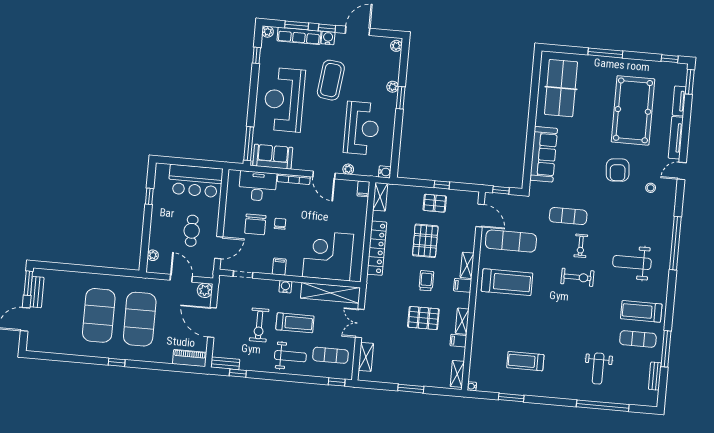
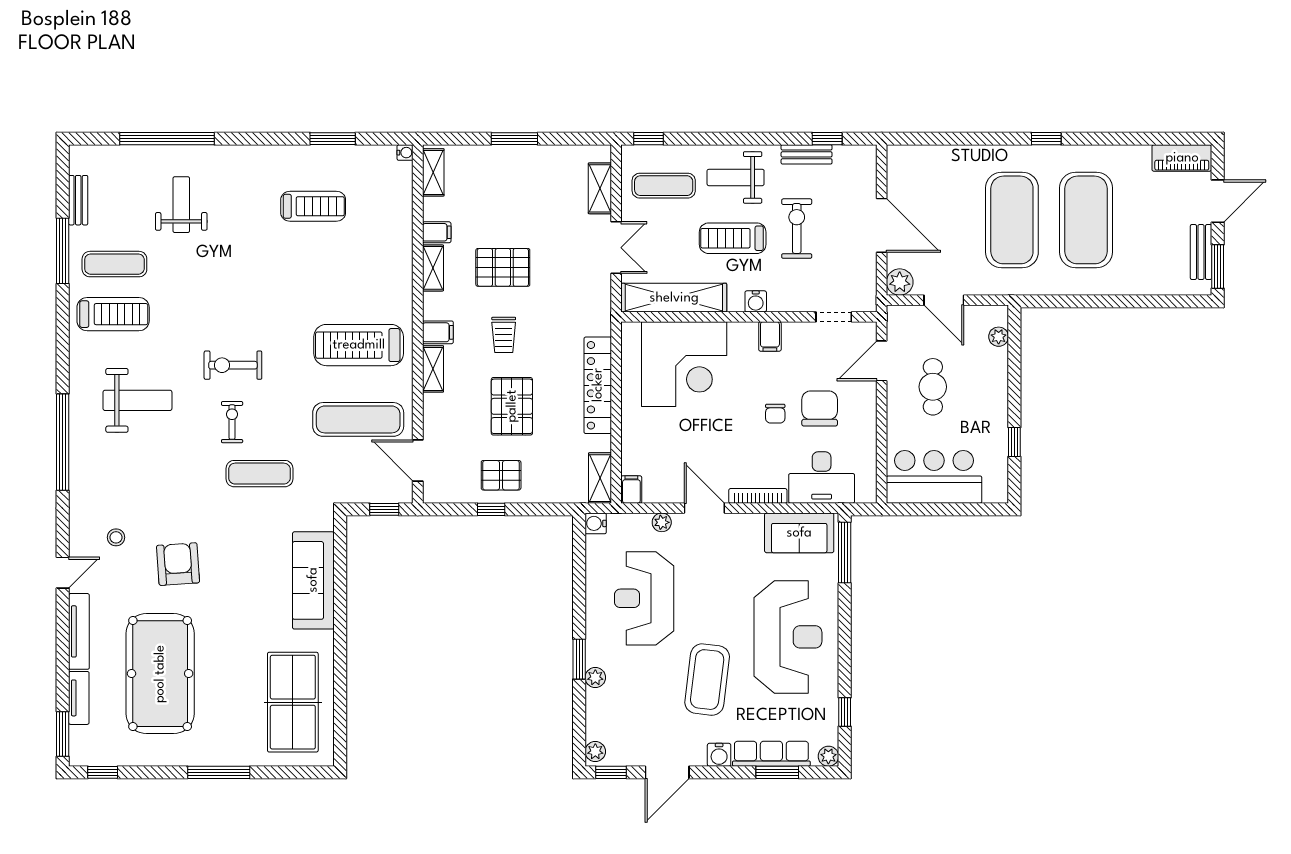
window: (327, 28) -> (611, 772), moved
piano: (190, 358) -> (1182, 158), moved
bench: (225, 363) -> (807, 154), moved

